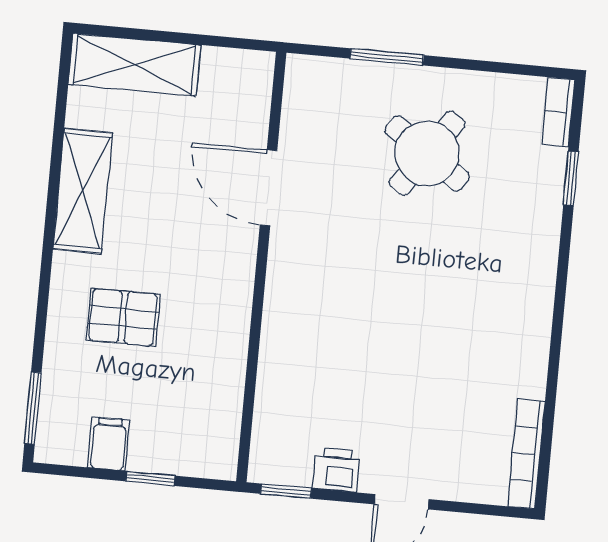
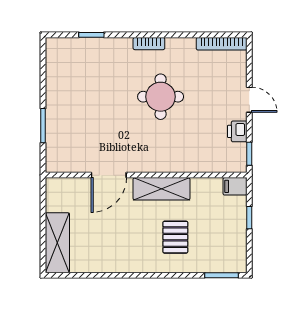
bookcase: (558, 112) -> (149, 44), moved
round table: (427, 153) -> (161, 97), moved, turned -35
shelving: (83, 191) -> (161, 189), moved
filing cabinet: (109, 444) -> (235, 186), moved

